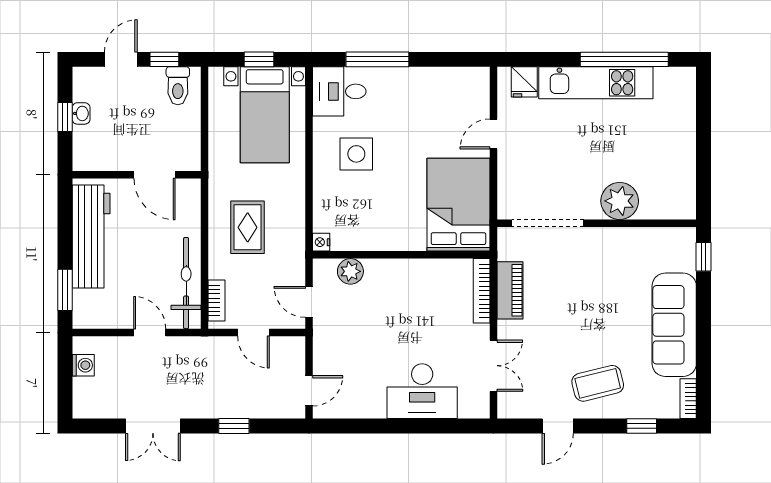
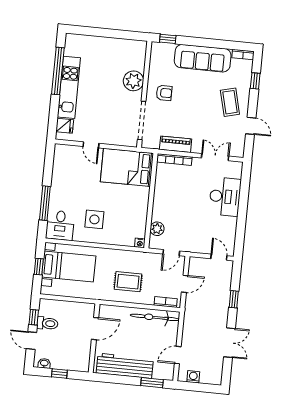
toilet: (178, 86) -> (47, 323), moved
washbasin: (81, 113) -> (44, 363), moved
armchair: (603, 260) -> (164, 93), added
door: (150, 333) -> (178, 355), moved

